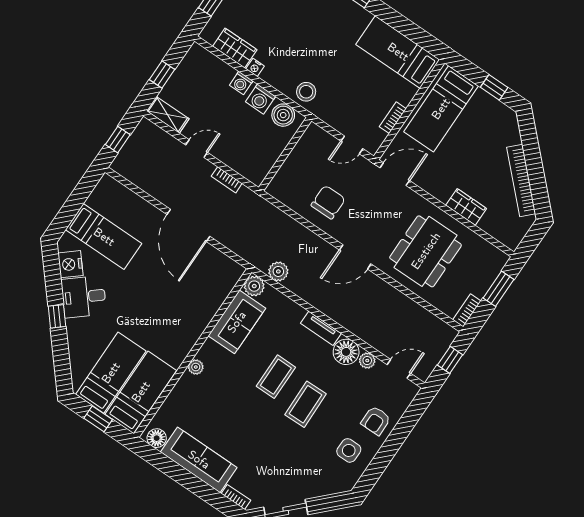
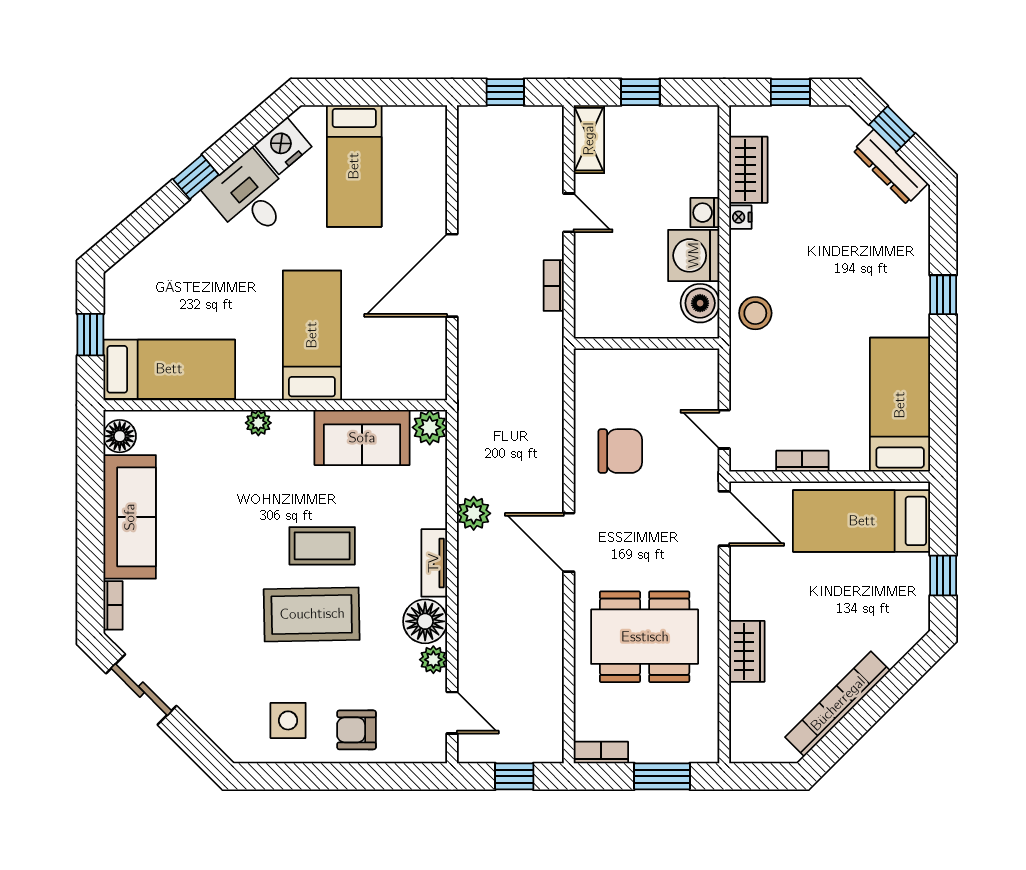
washing machine: (260, 99) -> (694, 255), width x1.37, depth x1.37
plant: (278, 271) -> (474, 513), moved
bed: (111, 373) -> (312, 335), moved, turned -90
coffee table: (306, 404) -> (312, 614), width x1.36, depth x1.32

